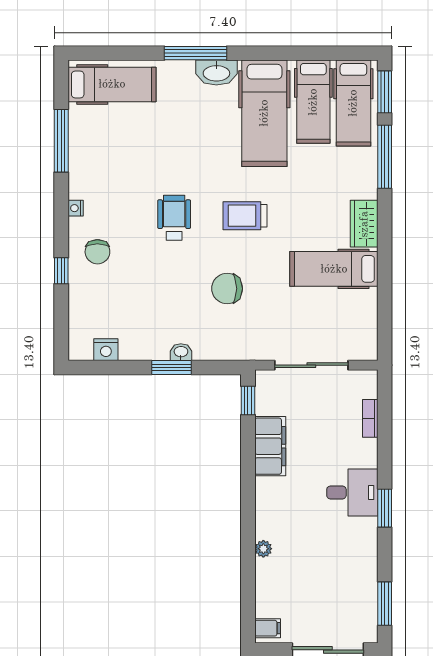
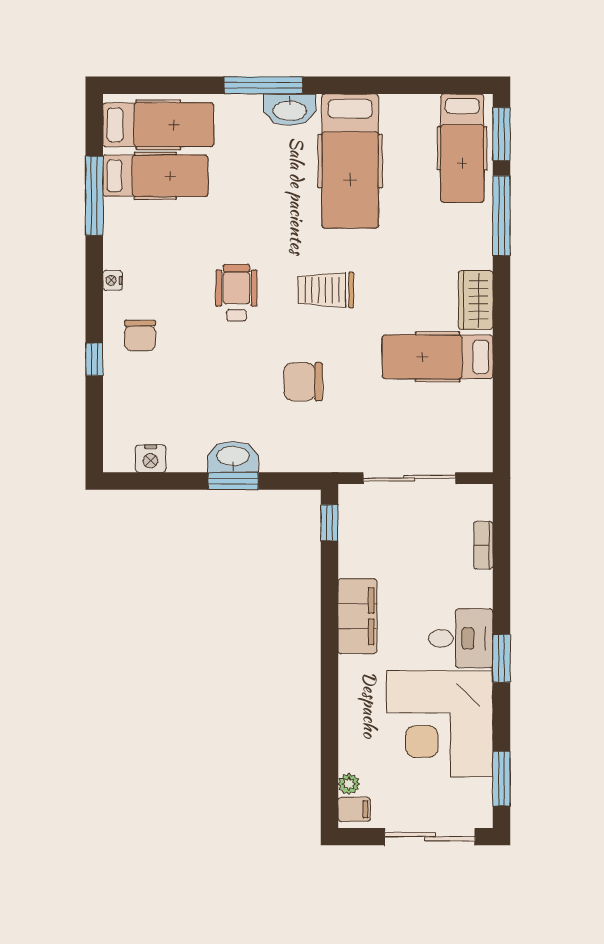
hospital bed: (313, 102) -> (155, 176), moved, turned -90
washbasin: (181, 352) -> (233, 457), width x1.91, depth x1.45
filing cabinet: (270, 446) -> (357, 616), moved
plant: (263, 549) -> (349, 784), moved
corner desk: (336, 560) -> (440, 724), added

